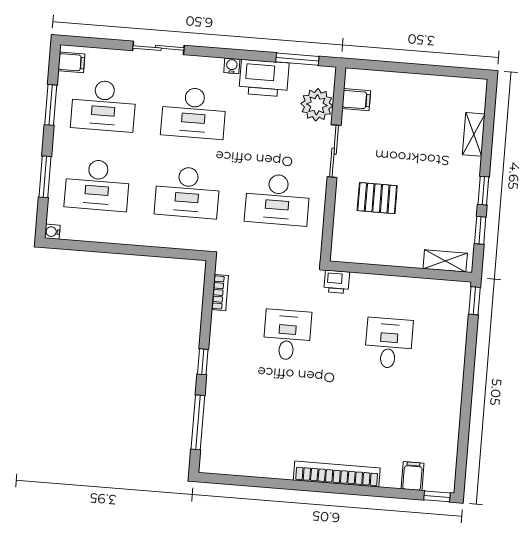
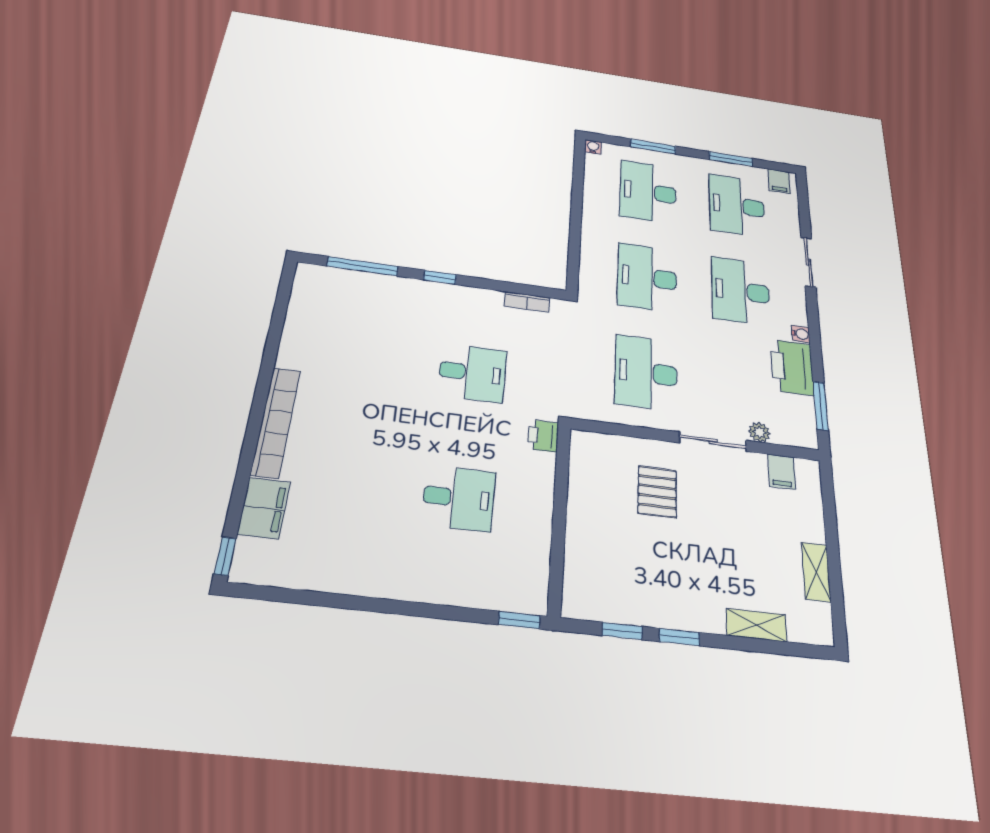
plant: (317, 105) -> (759, 432), width x0.53, depth x0.53
shelving: (445, 261) -> (816, 572), moved
filing cabinet: (413, 476) -> (264, 508), width x2.00

